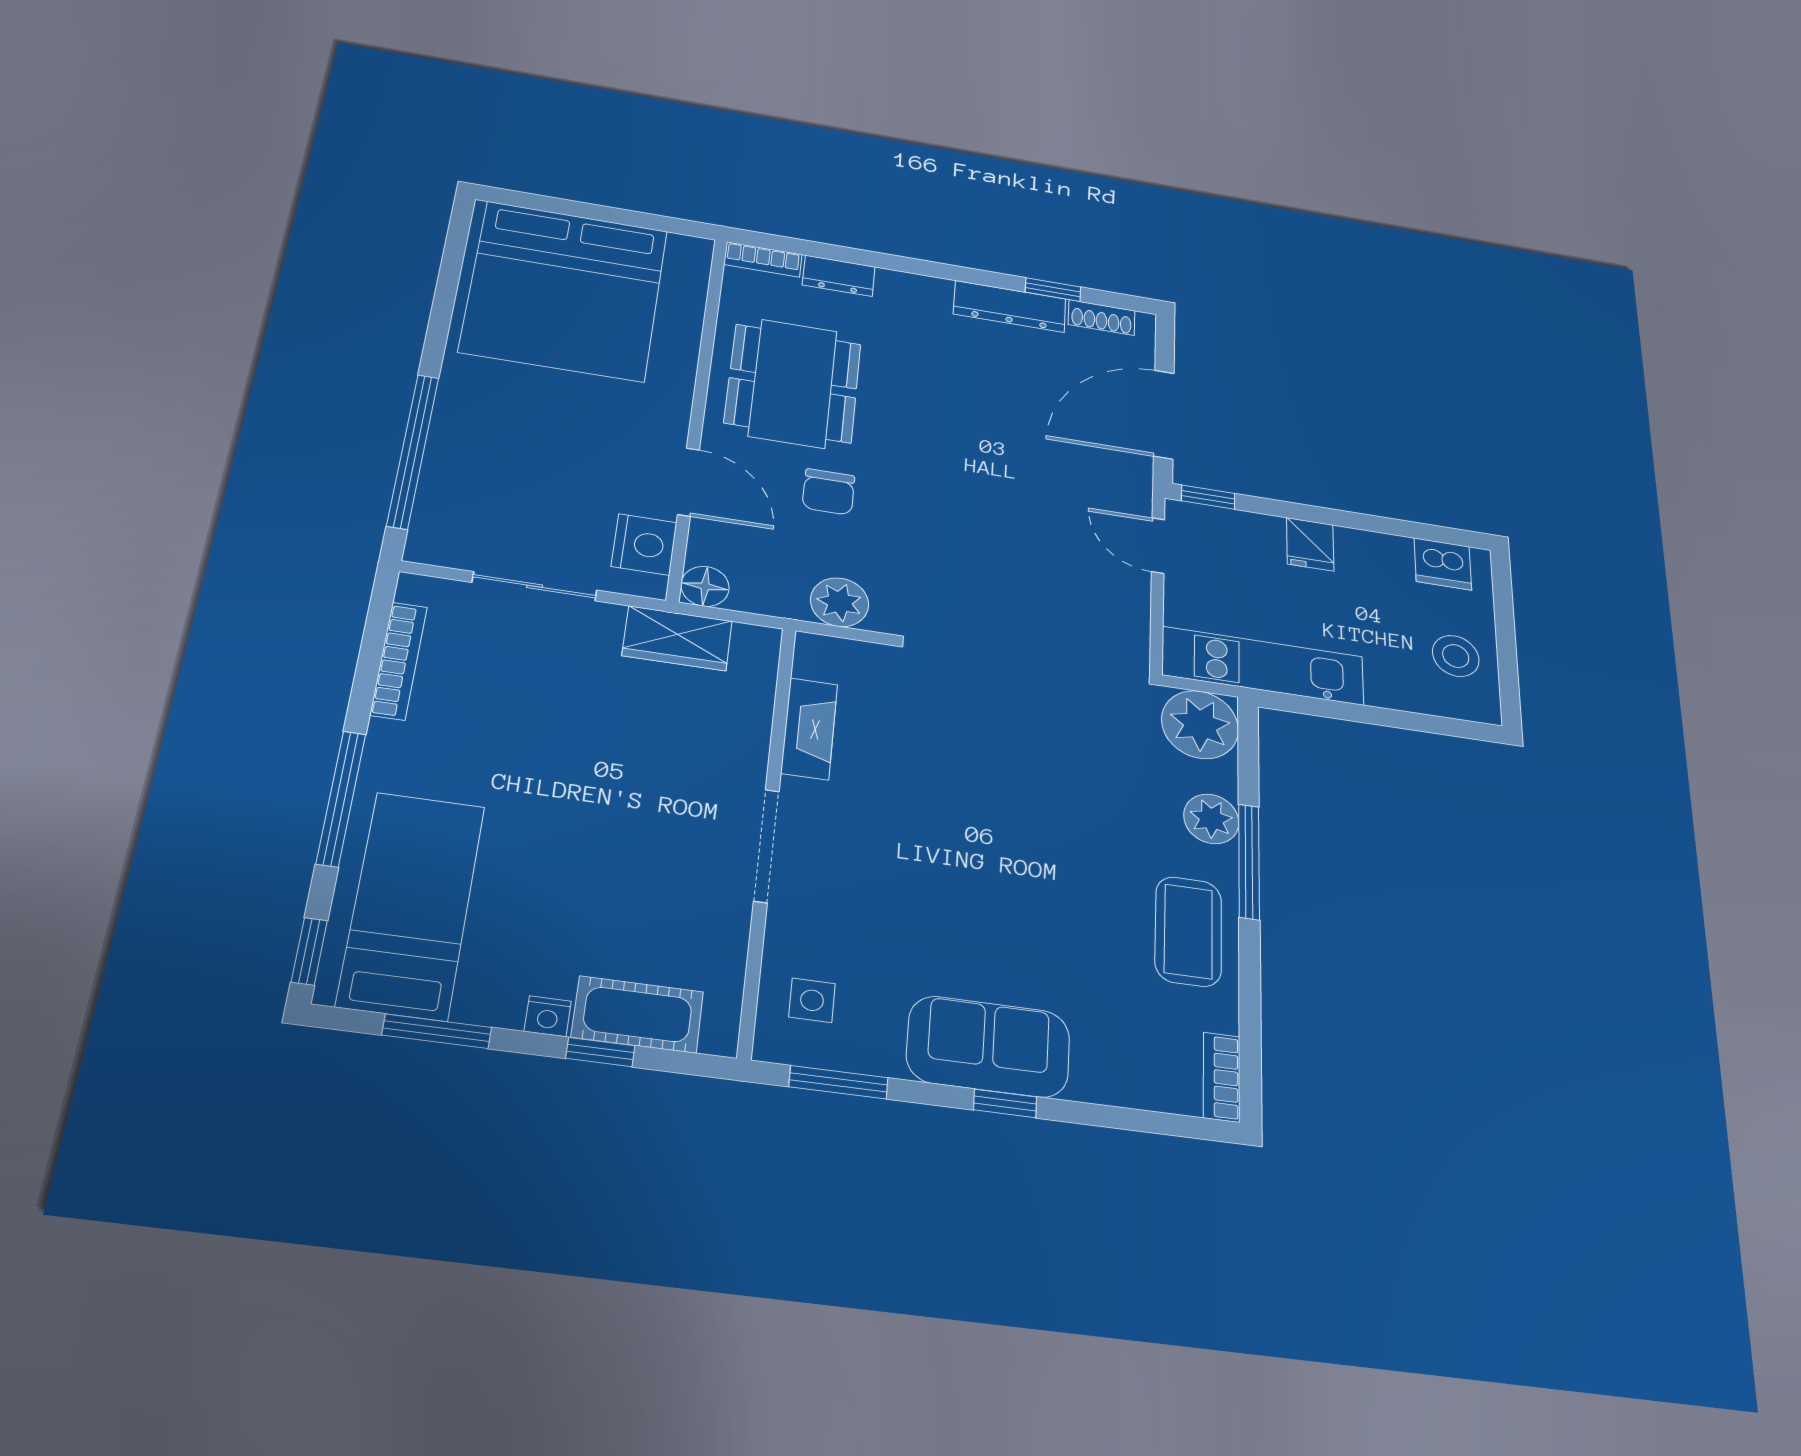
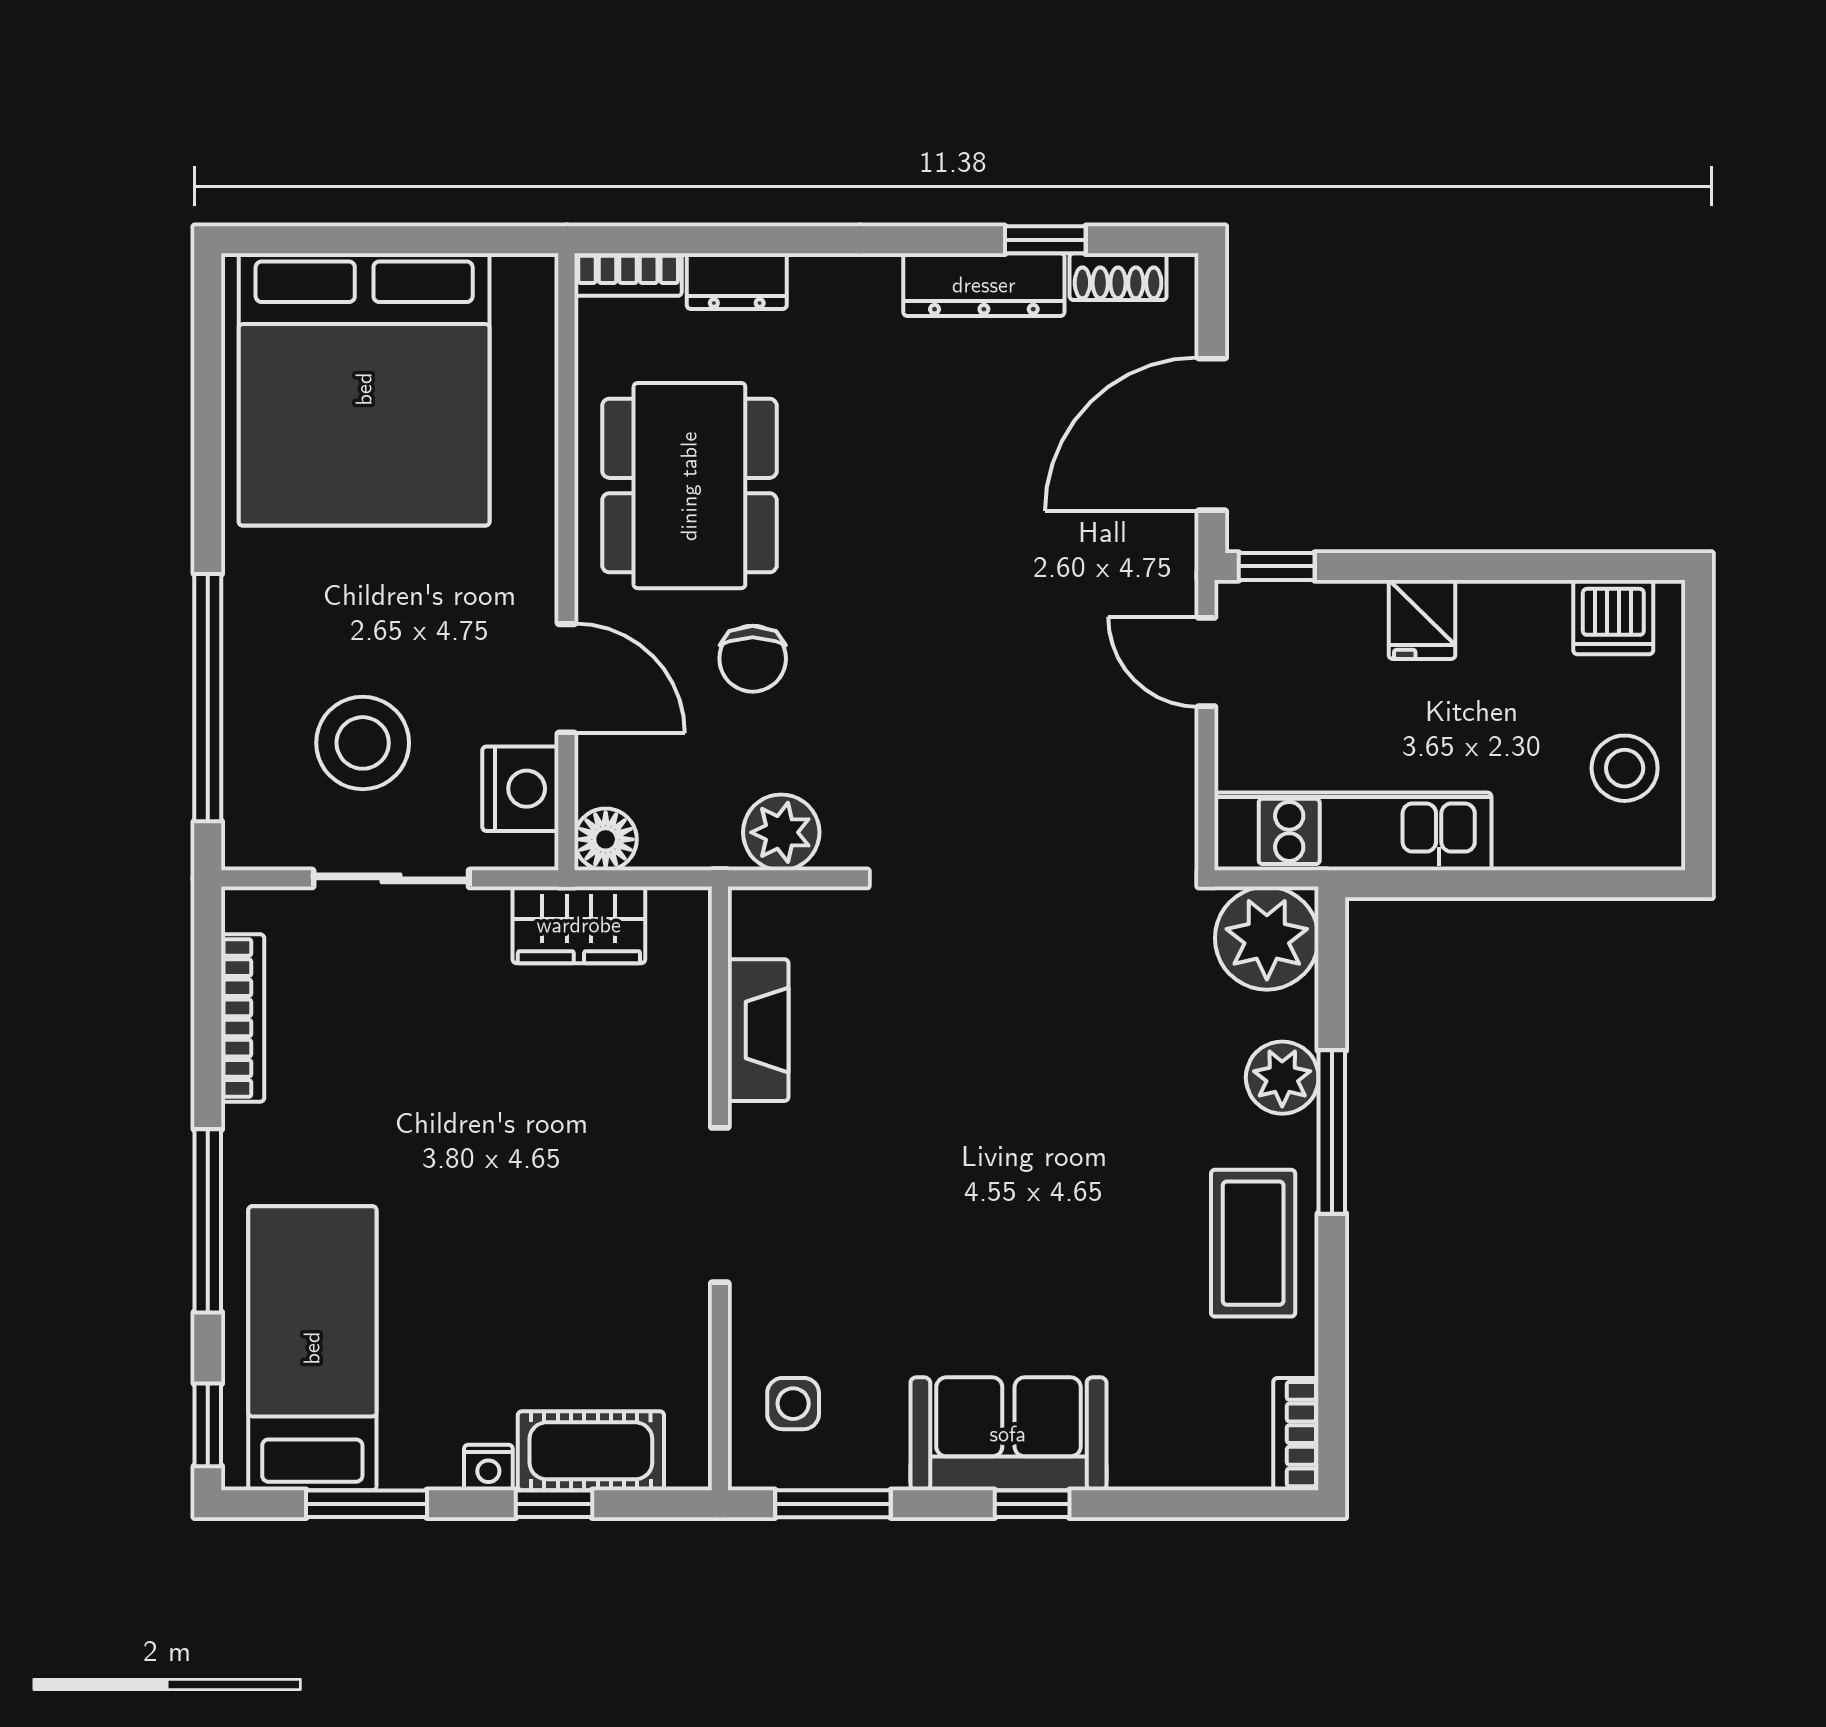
stool: (527, 497) -> (363, 743), added

